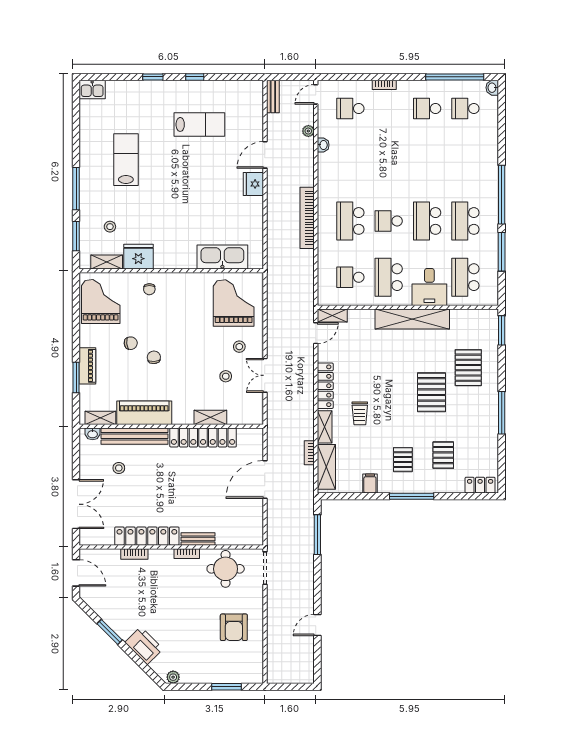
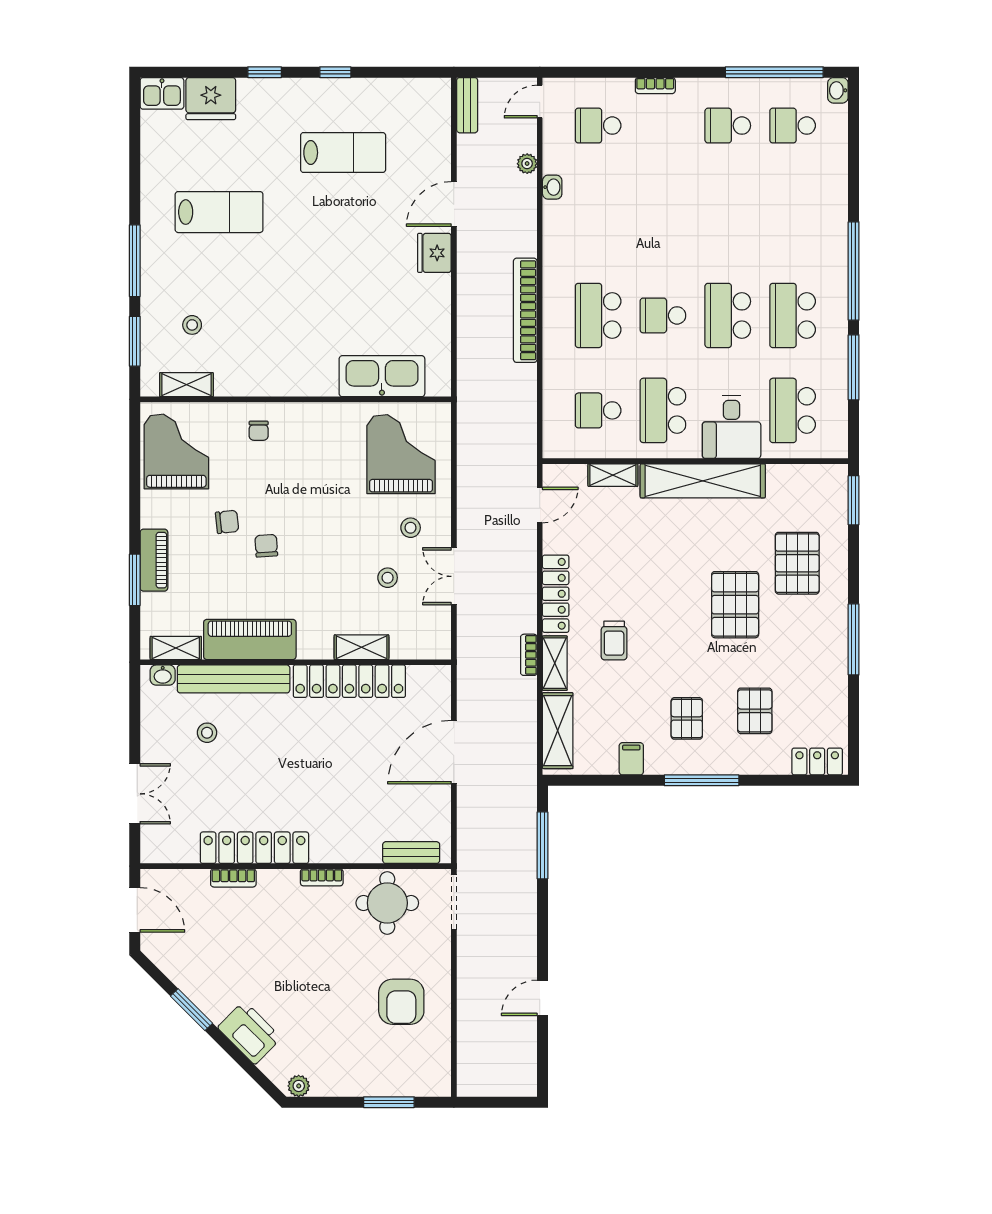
lab bench: (126, 160) -> (219, 212), turned 90
fridge: (138, 257) -> (211, 99), moved, turned 180
shelving: (332, 315) -> (613, 475), moved
bookcase: (309, 453) -> (529, 655), moved
double door: (76, 504) -> (135, 794), width x0.73
bench: (198, 539) -> (411, 853), moved

